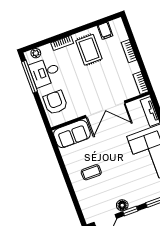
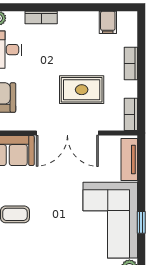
rug: (89, 50) -> (82, 90), moved, turned 90

